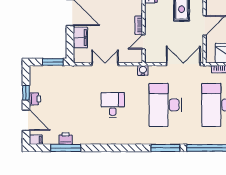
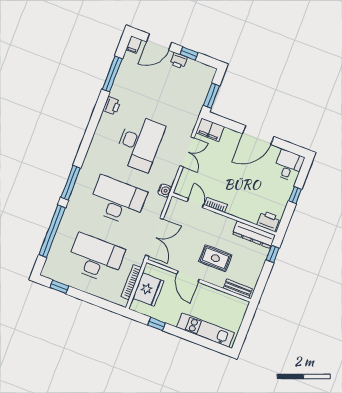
filing cabinet: (80, 38) -> (210, 130), moved
desk: (113, 105) -> (140, 143), width x1.87, depth x1.30
printer: (66, 139) -> (112, 106), moved

